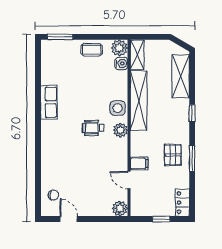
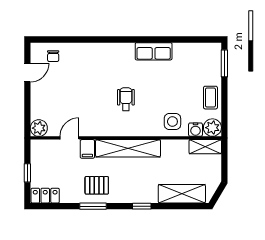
shelving: (139, 100) -> (128, 148), moved
side table: (118, 108) -> (172, 122), moved
plant: (120, 130) -> (124, 129), removed

